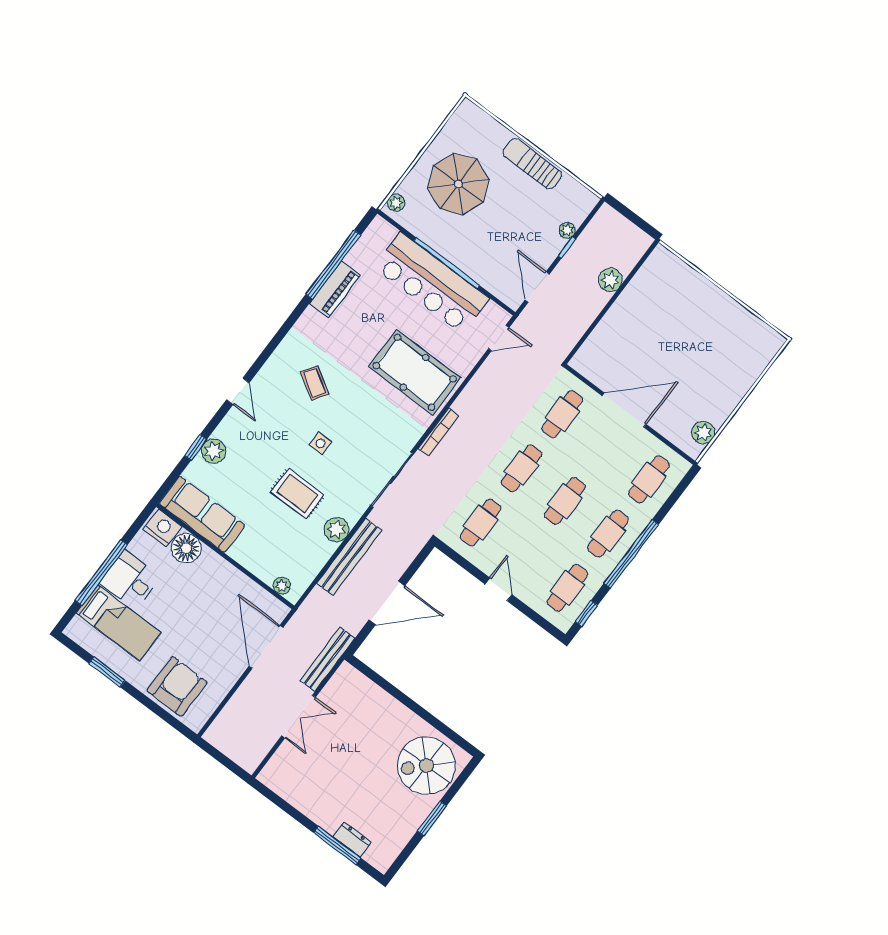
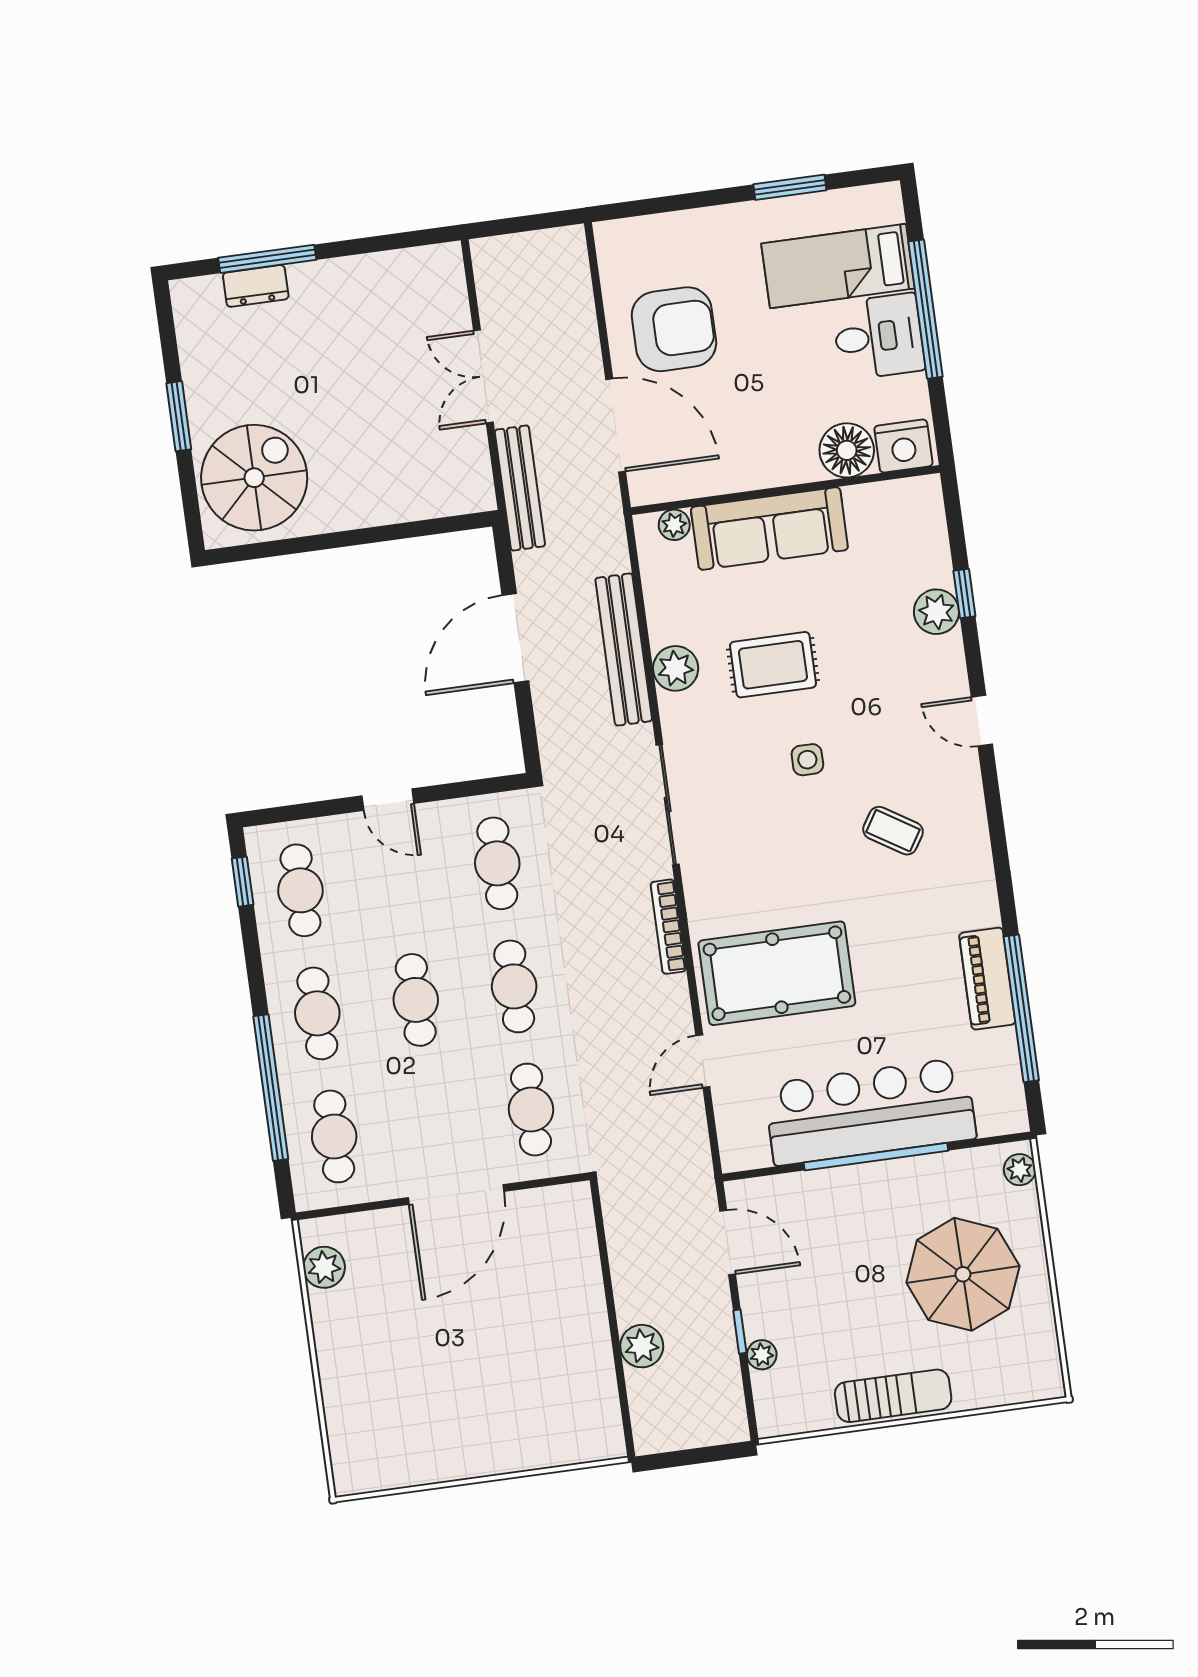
door: (499, 338) -> (703, 1061), moved
sofa: (202, 514) -> (769, 529), moved
window: (631, 554) -> (271, 1088), moved
armchair: (177, 686) -> (674, 329), moved, turned -90

